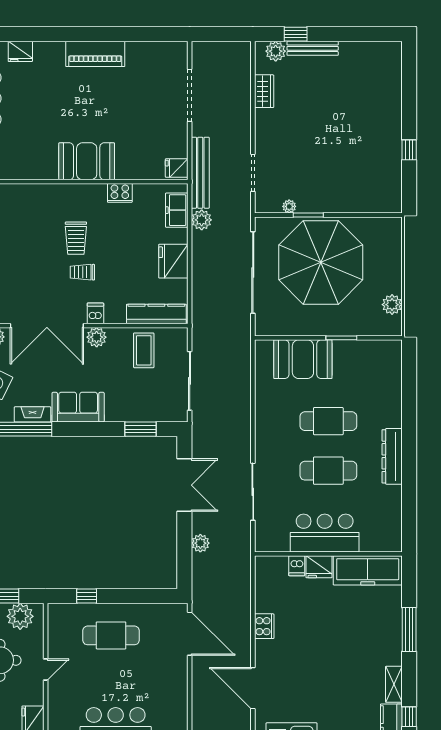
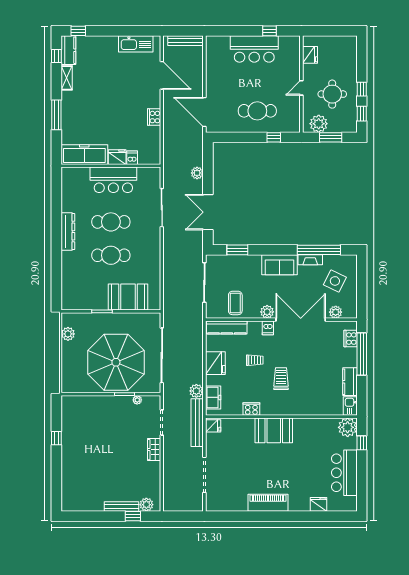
wardrobe: (264, 91) -> (154, 450), moved
trolley: (82, 272) -> (255, 360), moved

